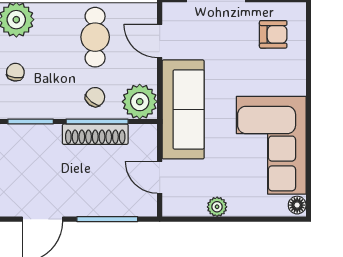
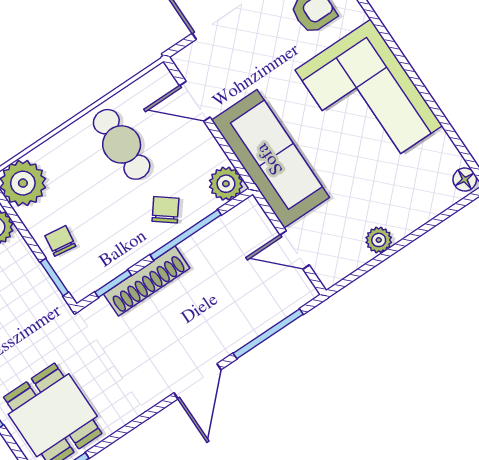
plant: (140, 102) -> (226, 184), width x0.73, depth x0.73
window: (31, 122) -> (113, 284), width x0.67
shoe rack: (95, 134) -> (147, 281), moved
corner sofa: (271, 145) -> (369, 98), moved

